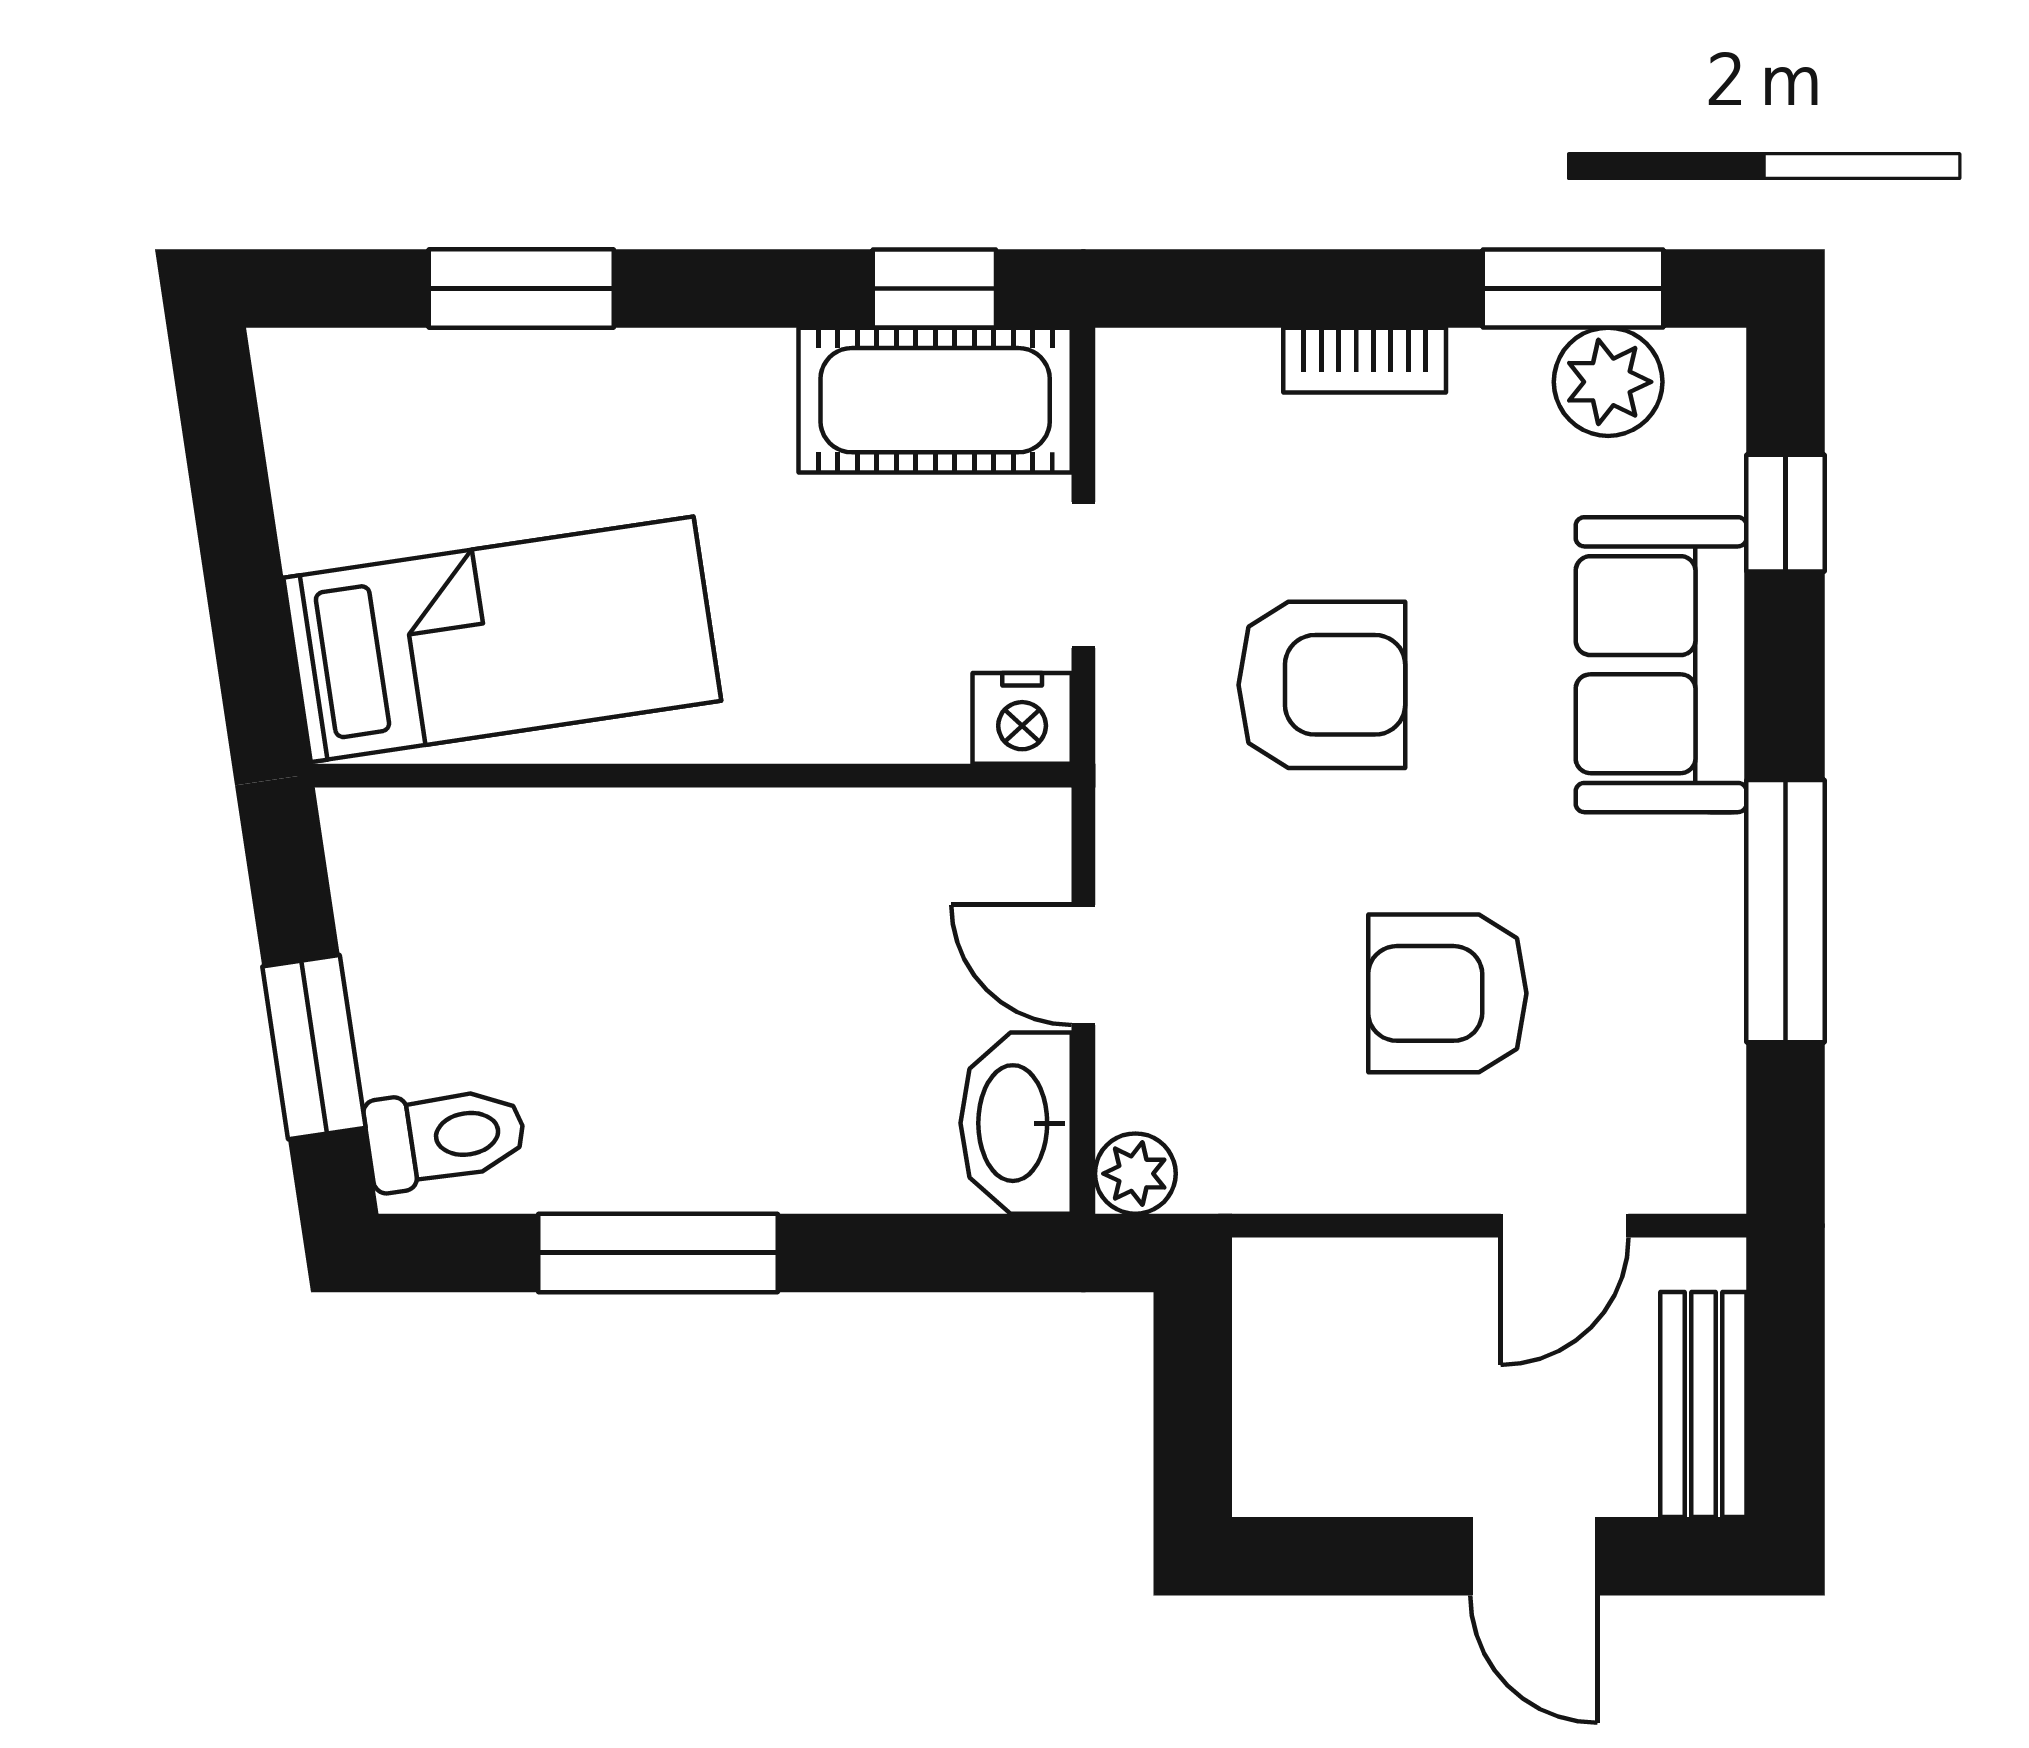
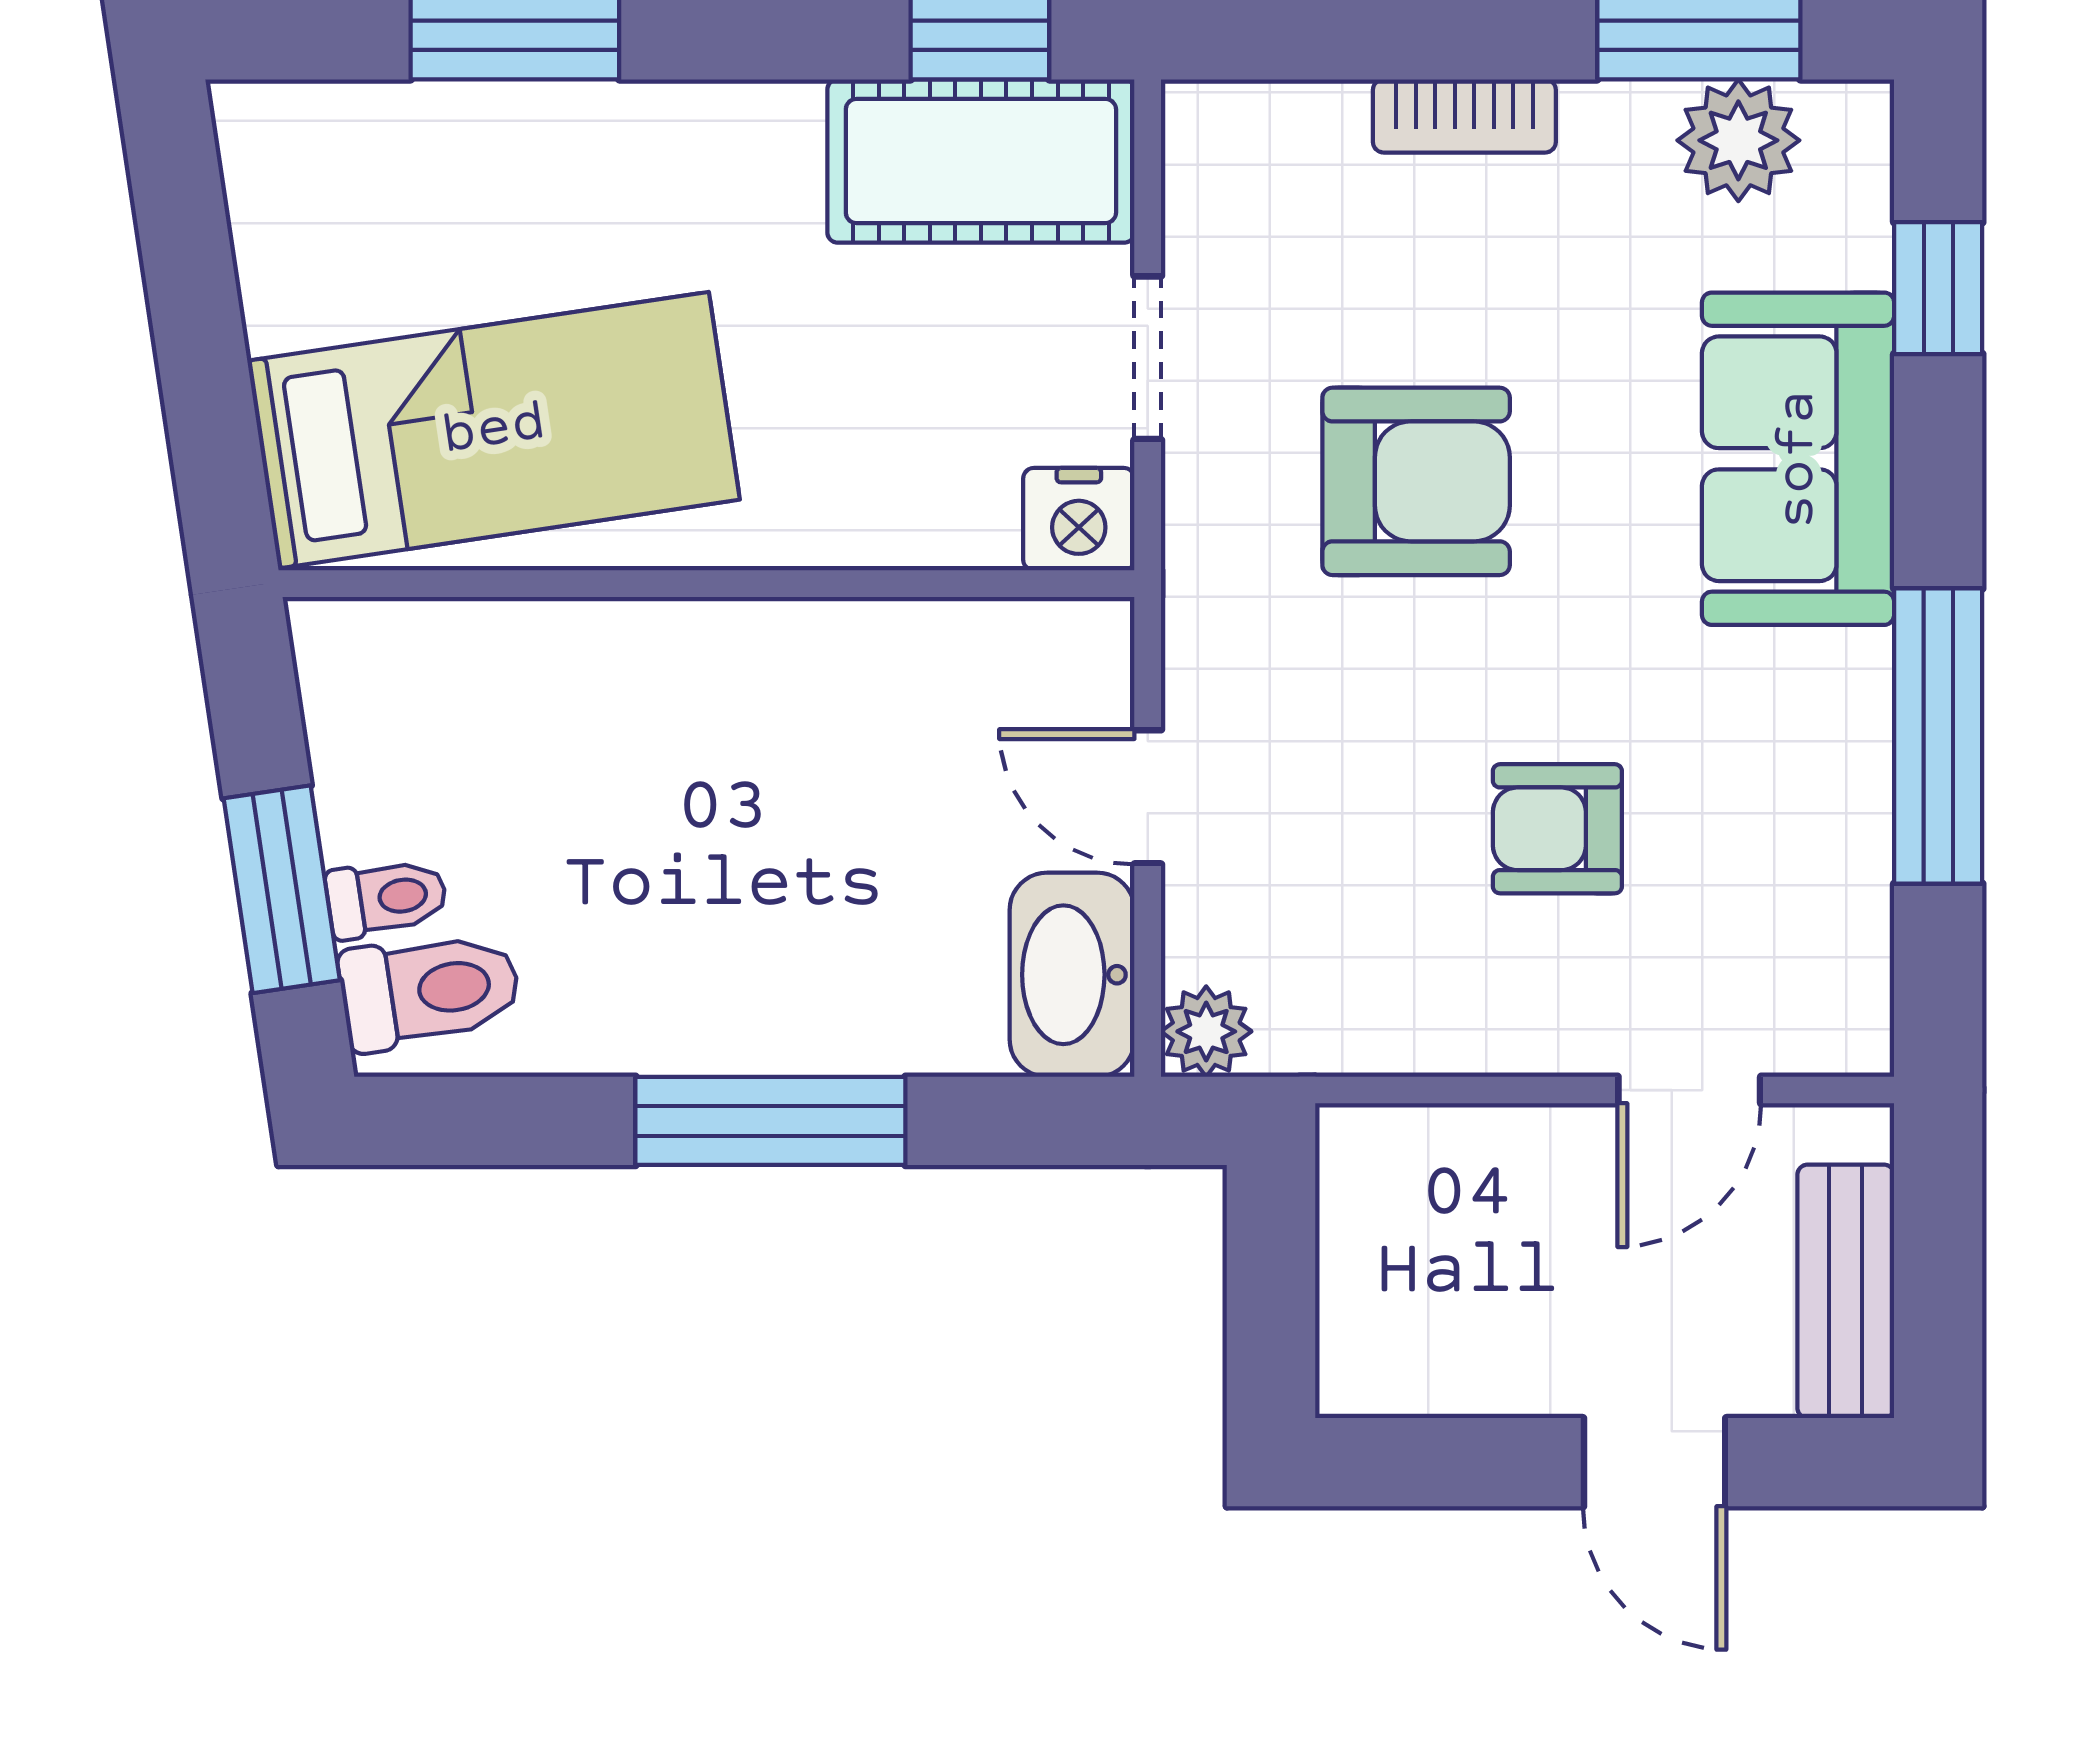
armchair: (1447, 993) -> (1557, 829), width x0.72, depth x0.72
toilet: (407, 1055) -> (387, 898), added
window: (658, 1253) -> (770, 1121), moved

